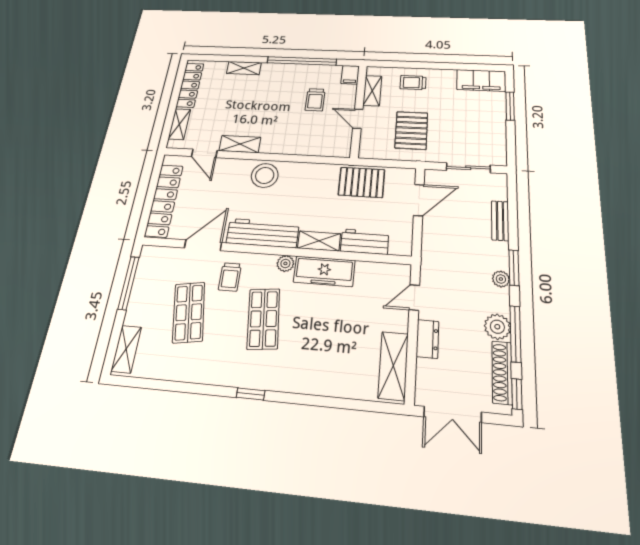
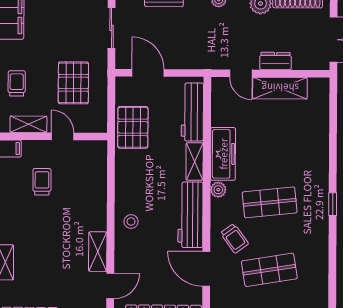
trolley: (413, 83) -> (17, 83), turned 180
trolley: (315, 100) -> (42, 182), turned -90
door: (358, 119) -> (63, 136), swing flipped
pallet: (411, 130) -> (73, 83), turned 90
stool: (265, 175) -> (131, 222), width x0.53, depth x0.53
workbench: (365, 242) -> (192, 112), width x1.38
trolley: (230, 277) -> (234, 238), turned 54
shelving: (393, 366) -> (280, 88), moved

